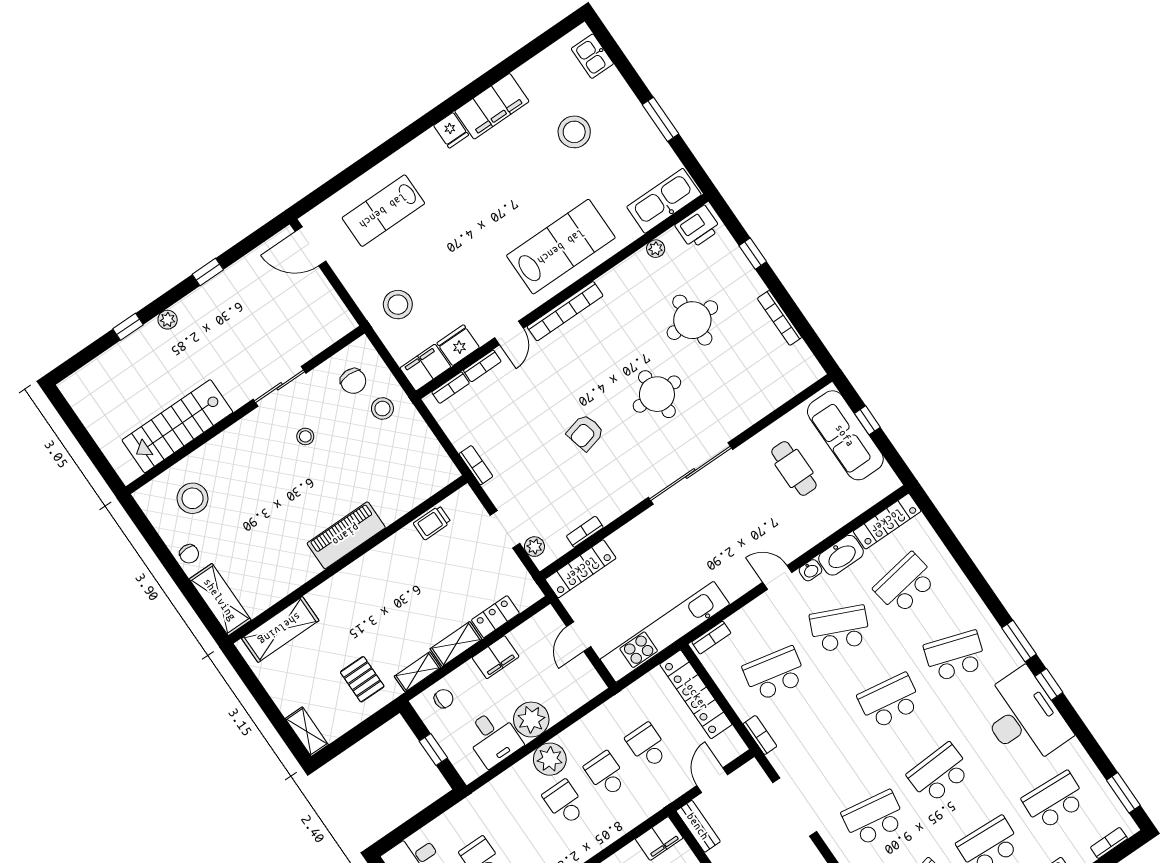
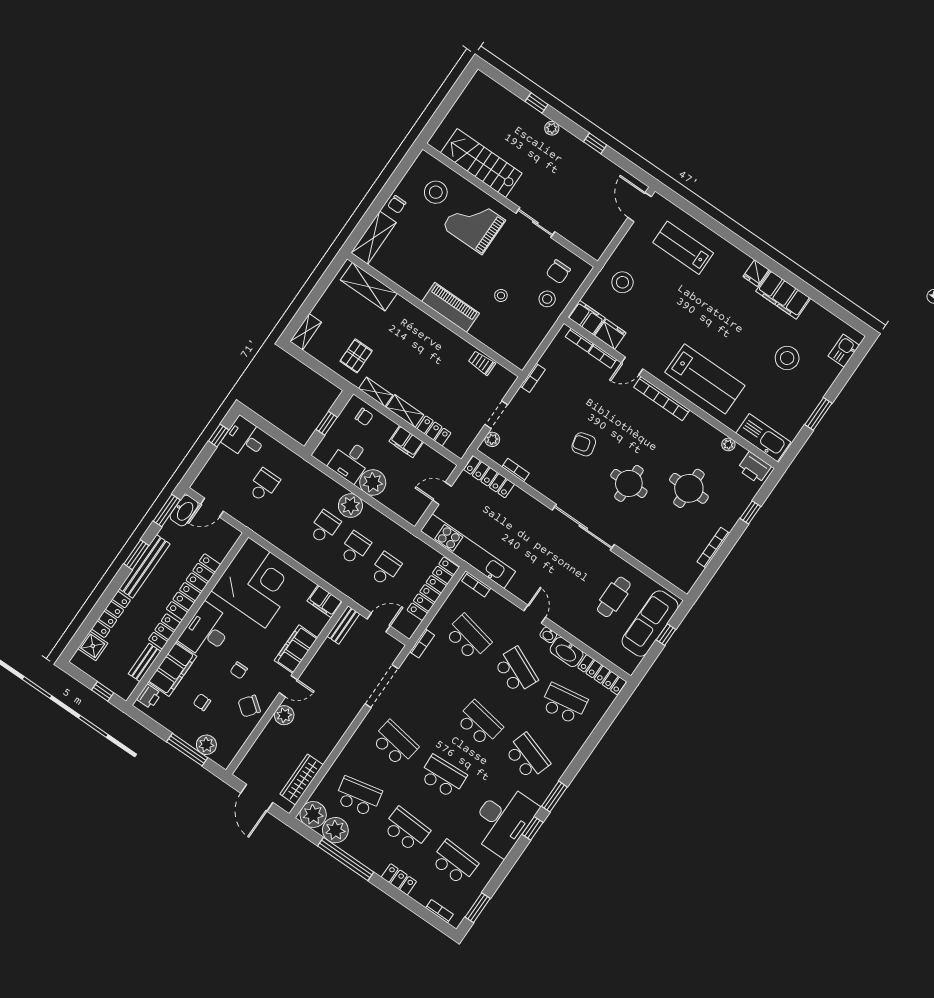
stool: (305, 436) -> (501, 295), moved
grand piano: (251, 465) -> (474, 224), added

